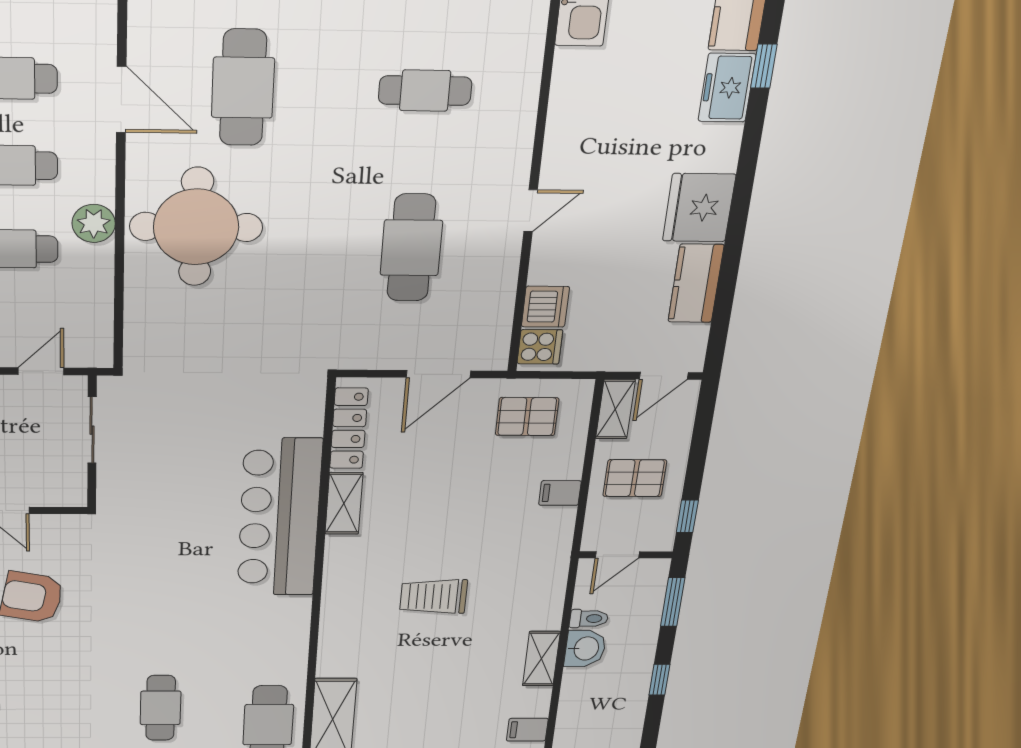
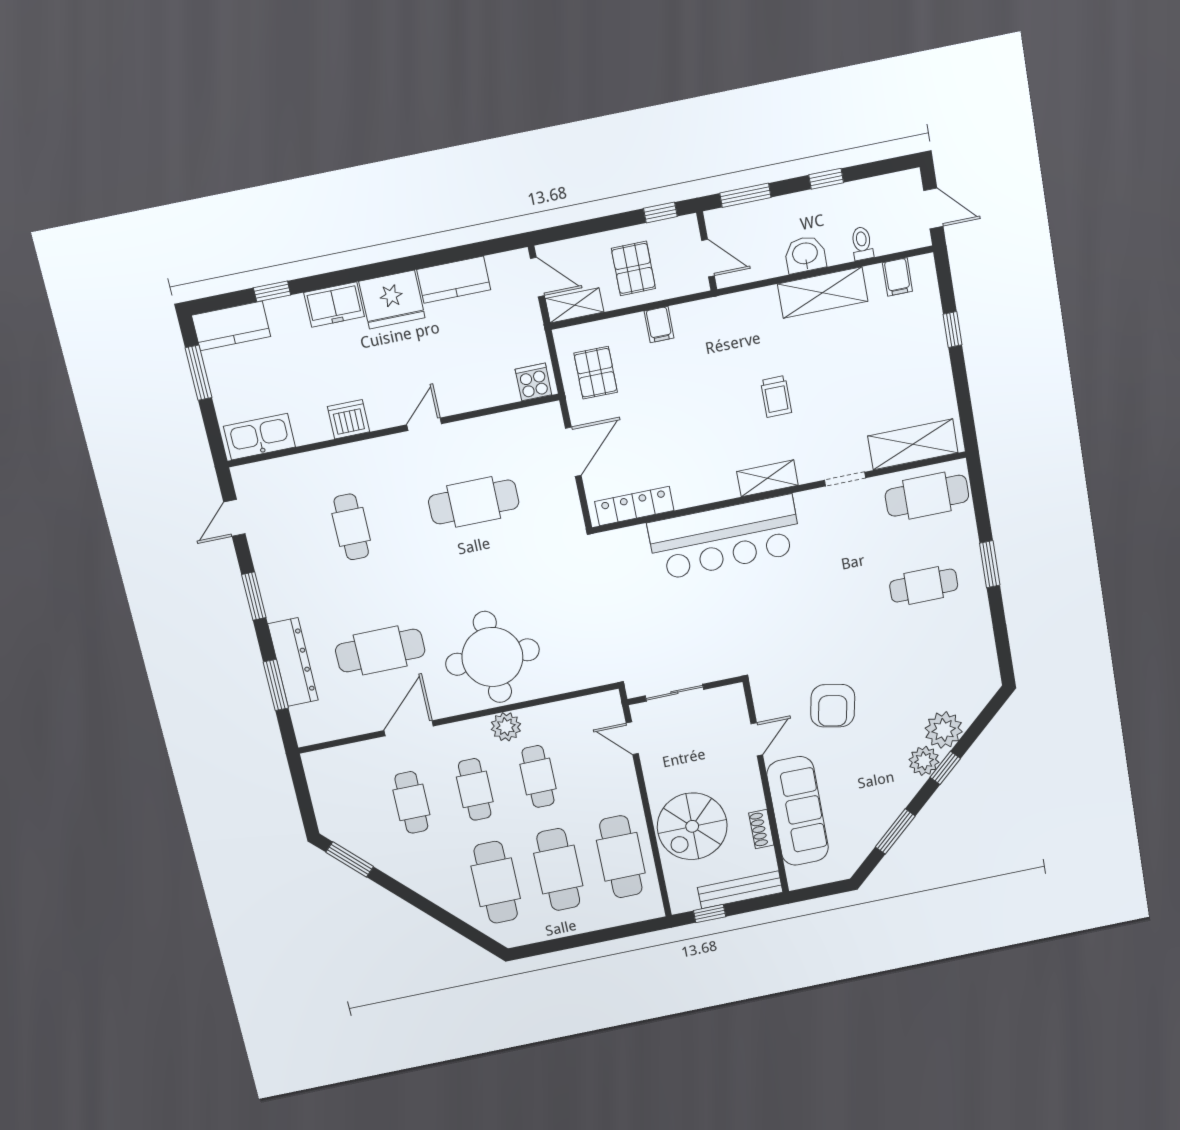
freezer: (727, 88) -> (334, 305), moved
door: (531, 211) -> (424, 424), hinge flipped
dishwasher: (545, 307) -> (348, 419), moved
door: (438, 374) -> (573, 452), hinge flipped
shelving: (344, 503) -> (767, 478), moved
trolley: (434, 597) -> (776, 397), width x0.73, depth x0.72
toilet: (589, 619) -> (862, 243), moved
doorway: (313, 649) -> (845, 479), added
shelving: (541, 659) -> (823, 293), width x1.50, depth x1.33

